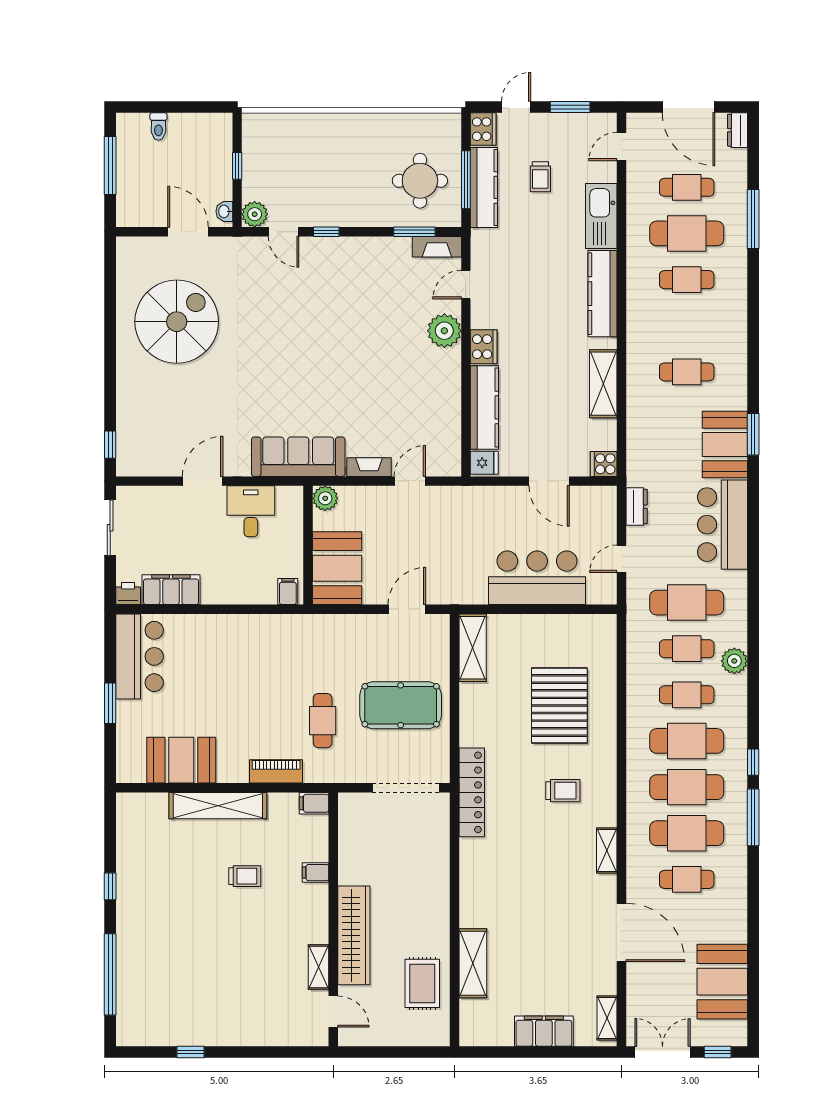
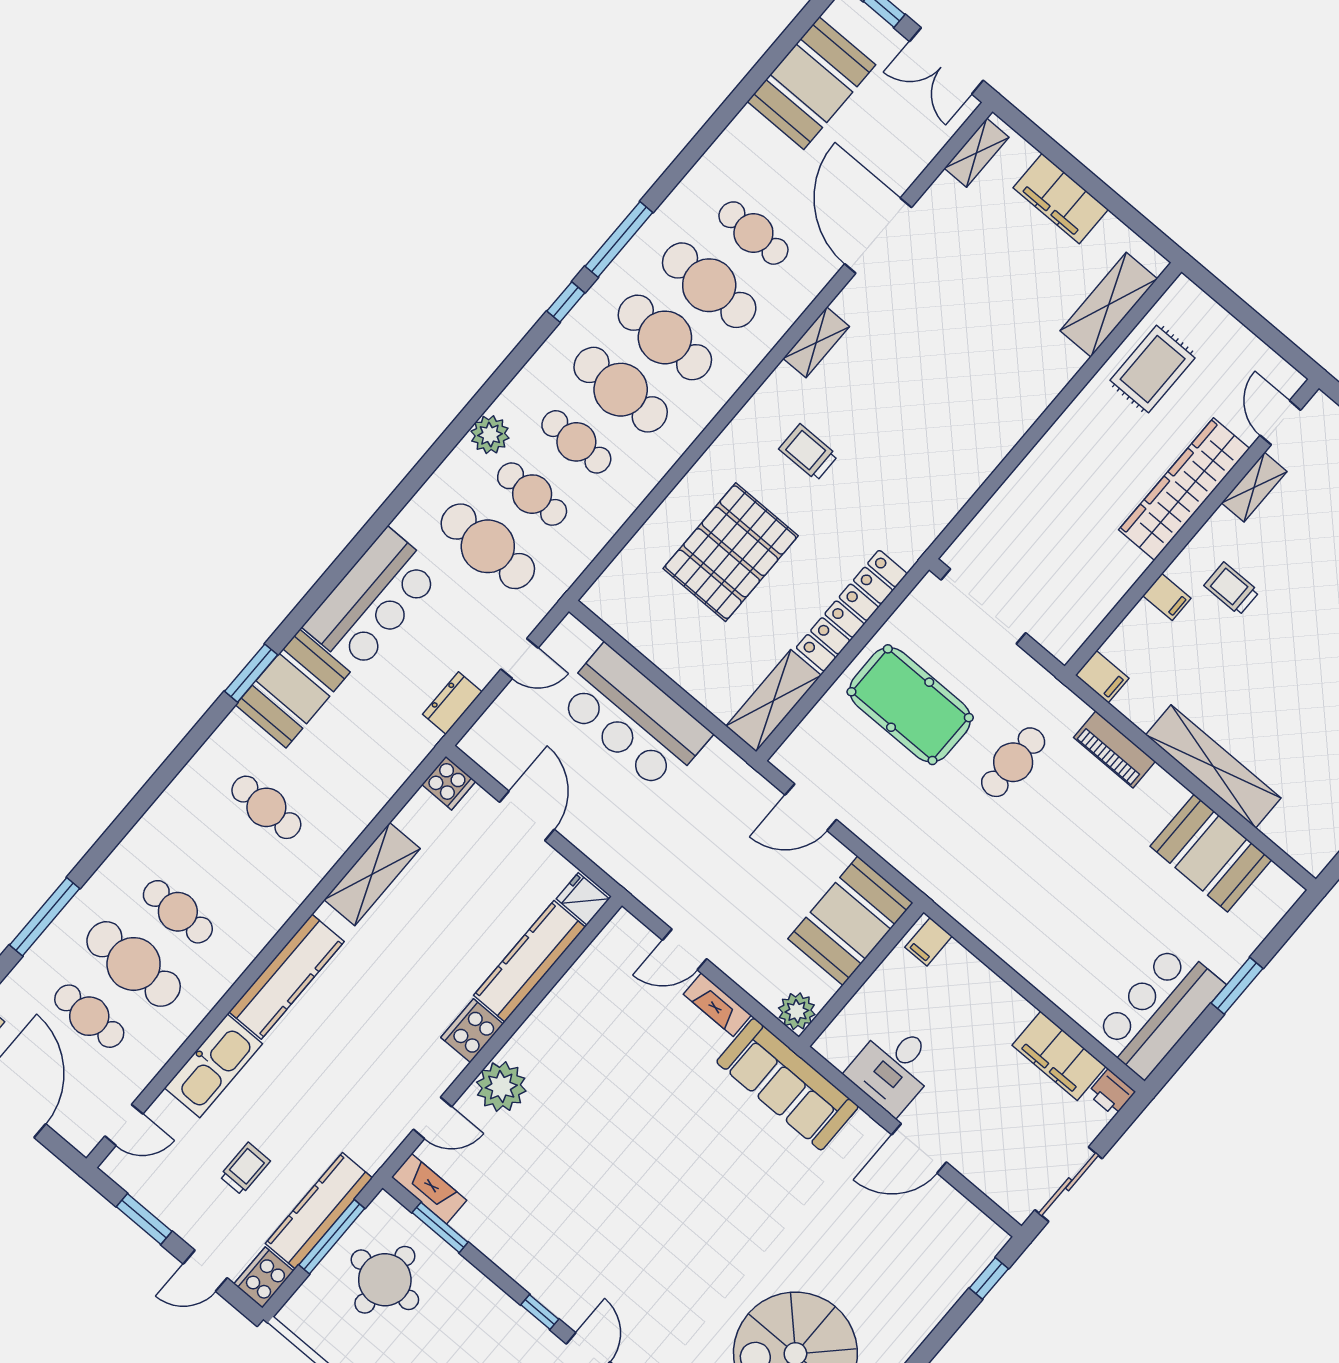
locker: (472, 792) -> (852, 611), moved
trolley: (245, 876) -> (1232, 589), moved
shelving: (473, 963) -> (1109, 305), moved

